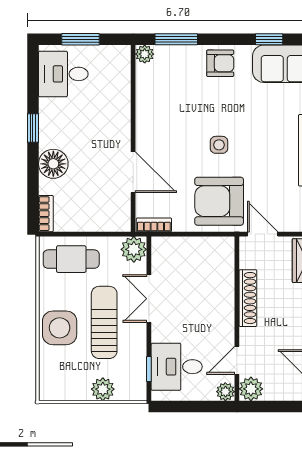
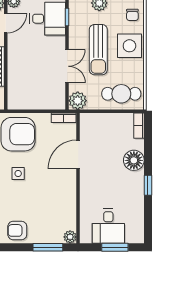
desk: (63, 74) -> (108, 226), moved, turned 90
door: (133, 172) -> (78, 154), hinge flipped
chair: (55, 372) -> (132, 15), added

